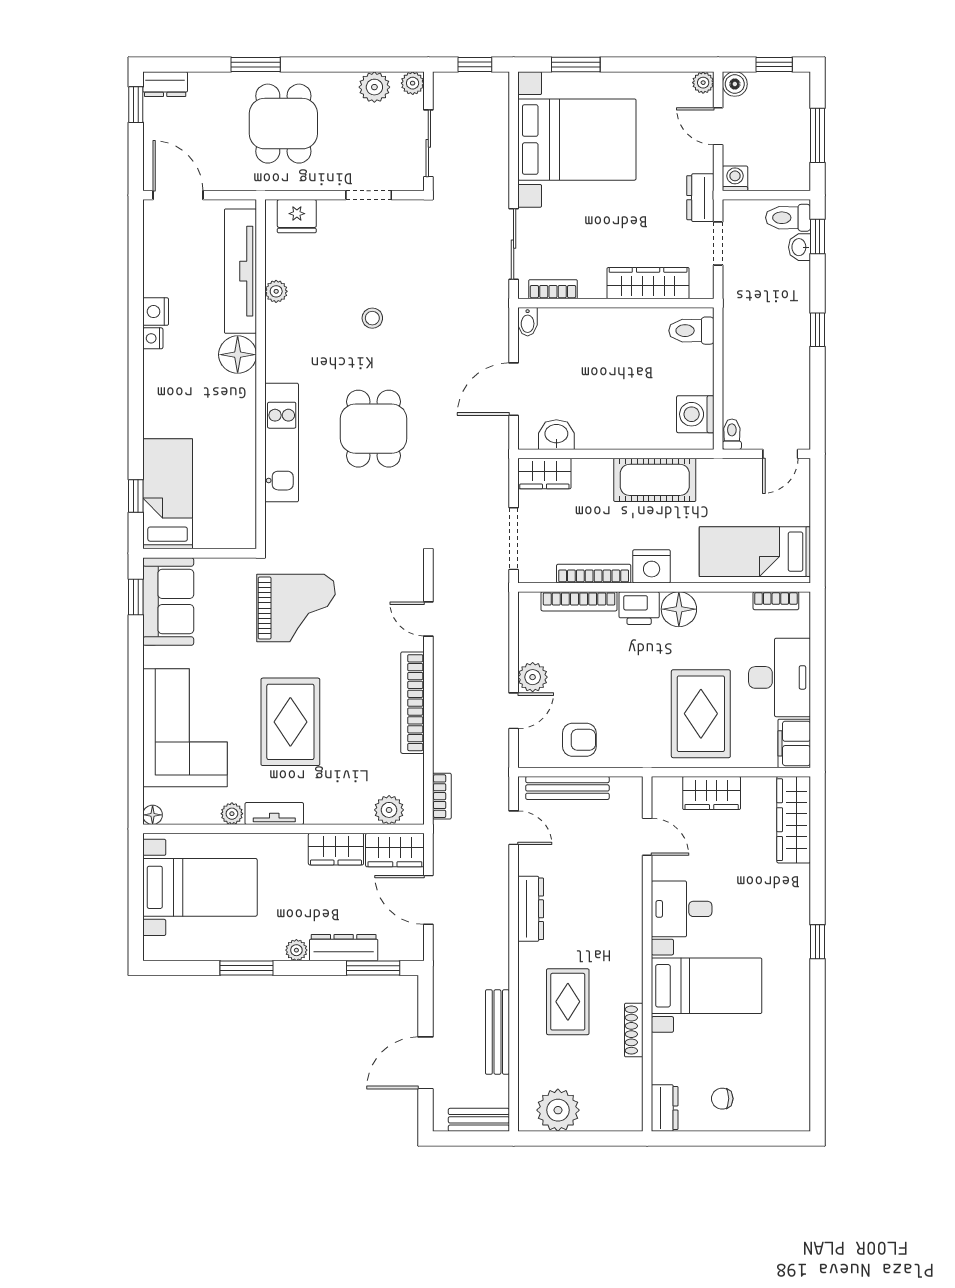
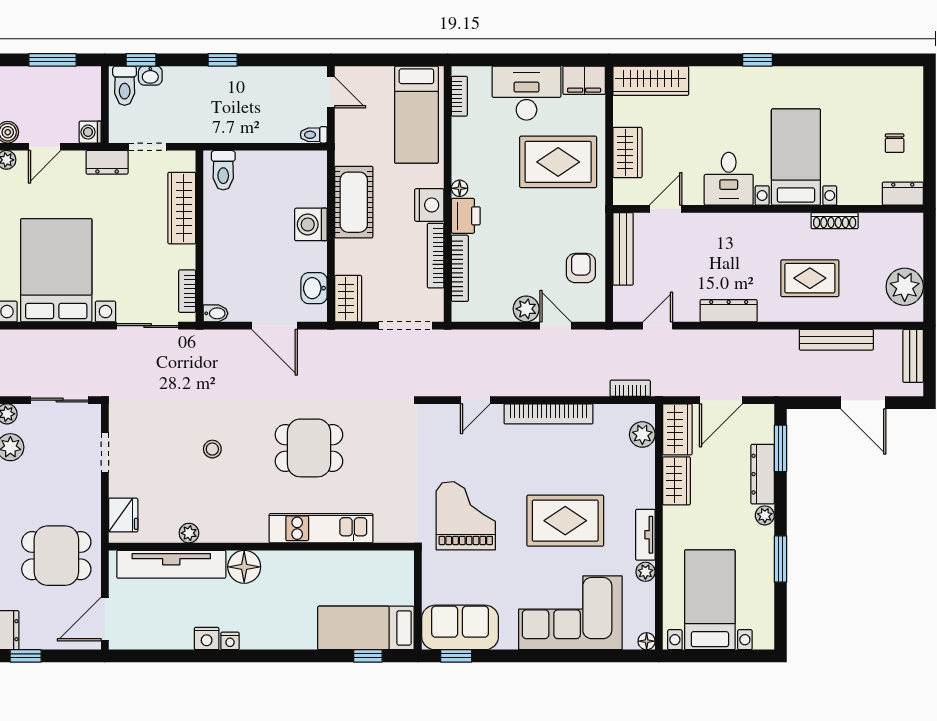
dining table: (283, 124) -> (56, 556), moved
washing machine: (695, 414) -> (311, 224), moved, turned 90
floor lamp: (679, 609) -> (460, 188), width x0.53, depth x0.53
bench: (567, 788) -> (623, 249), moved

